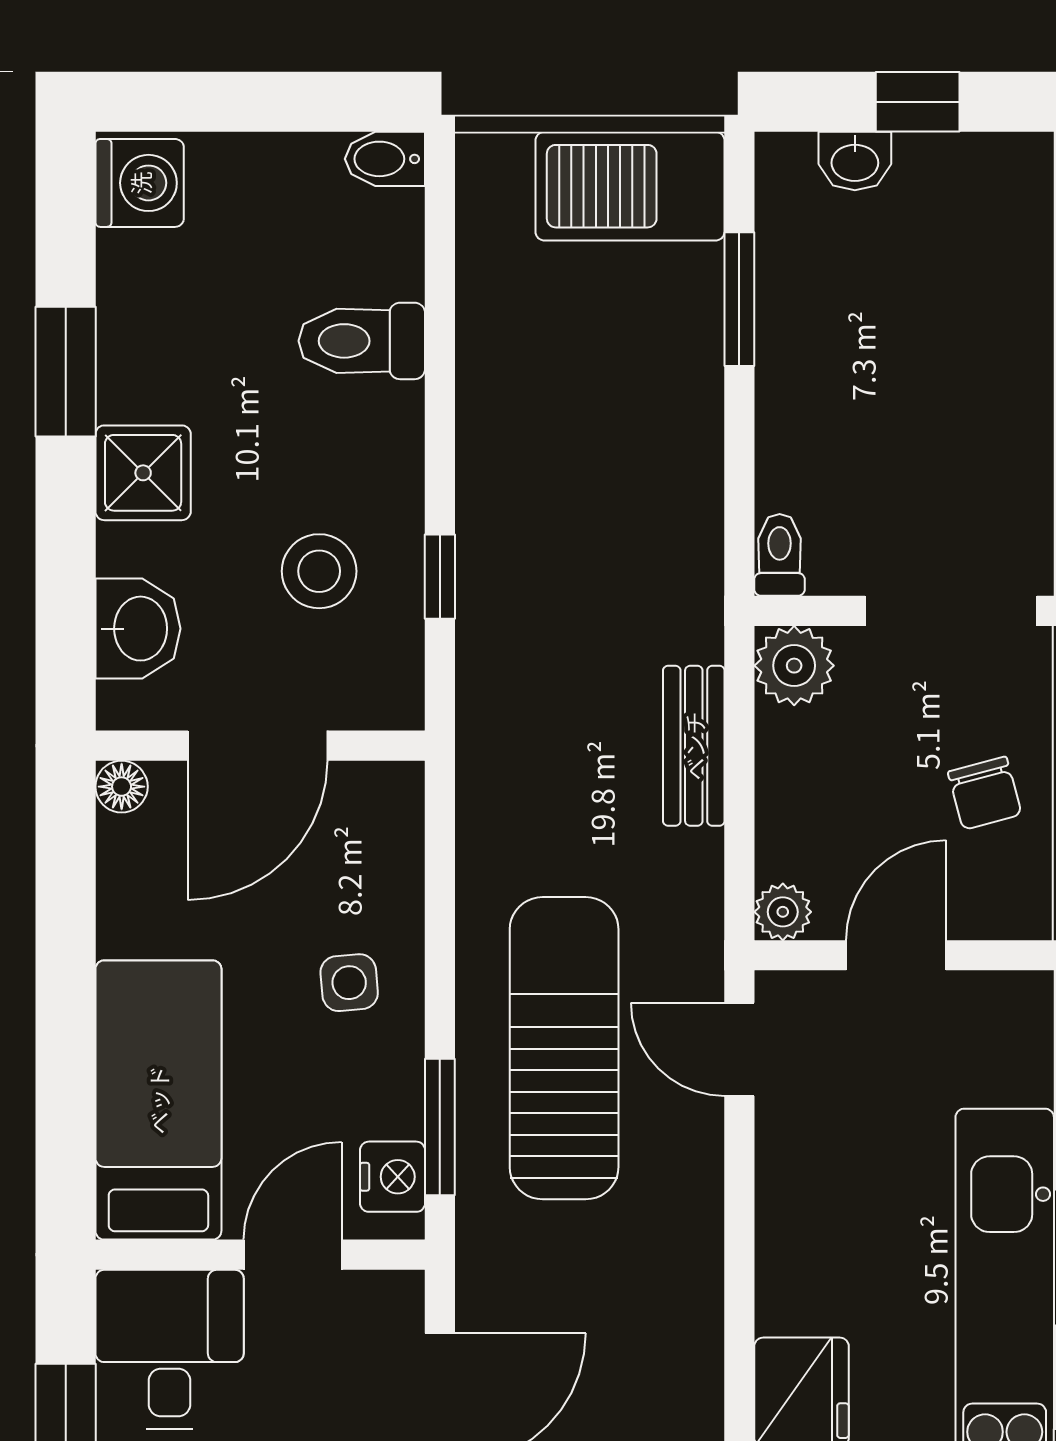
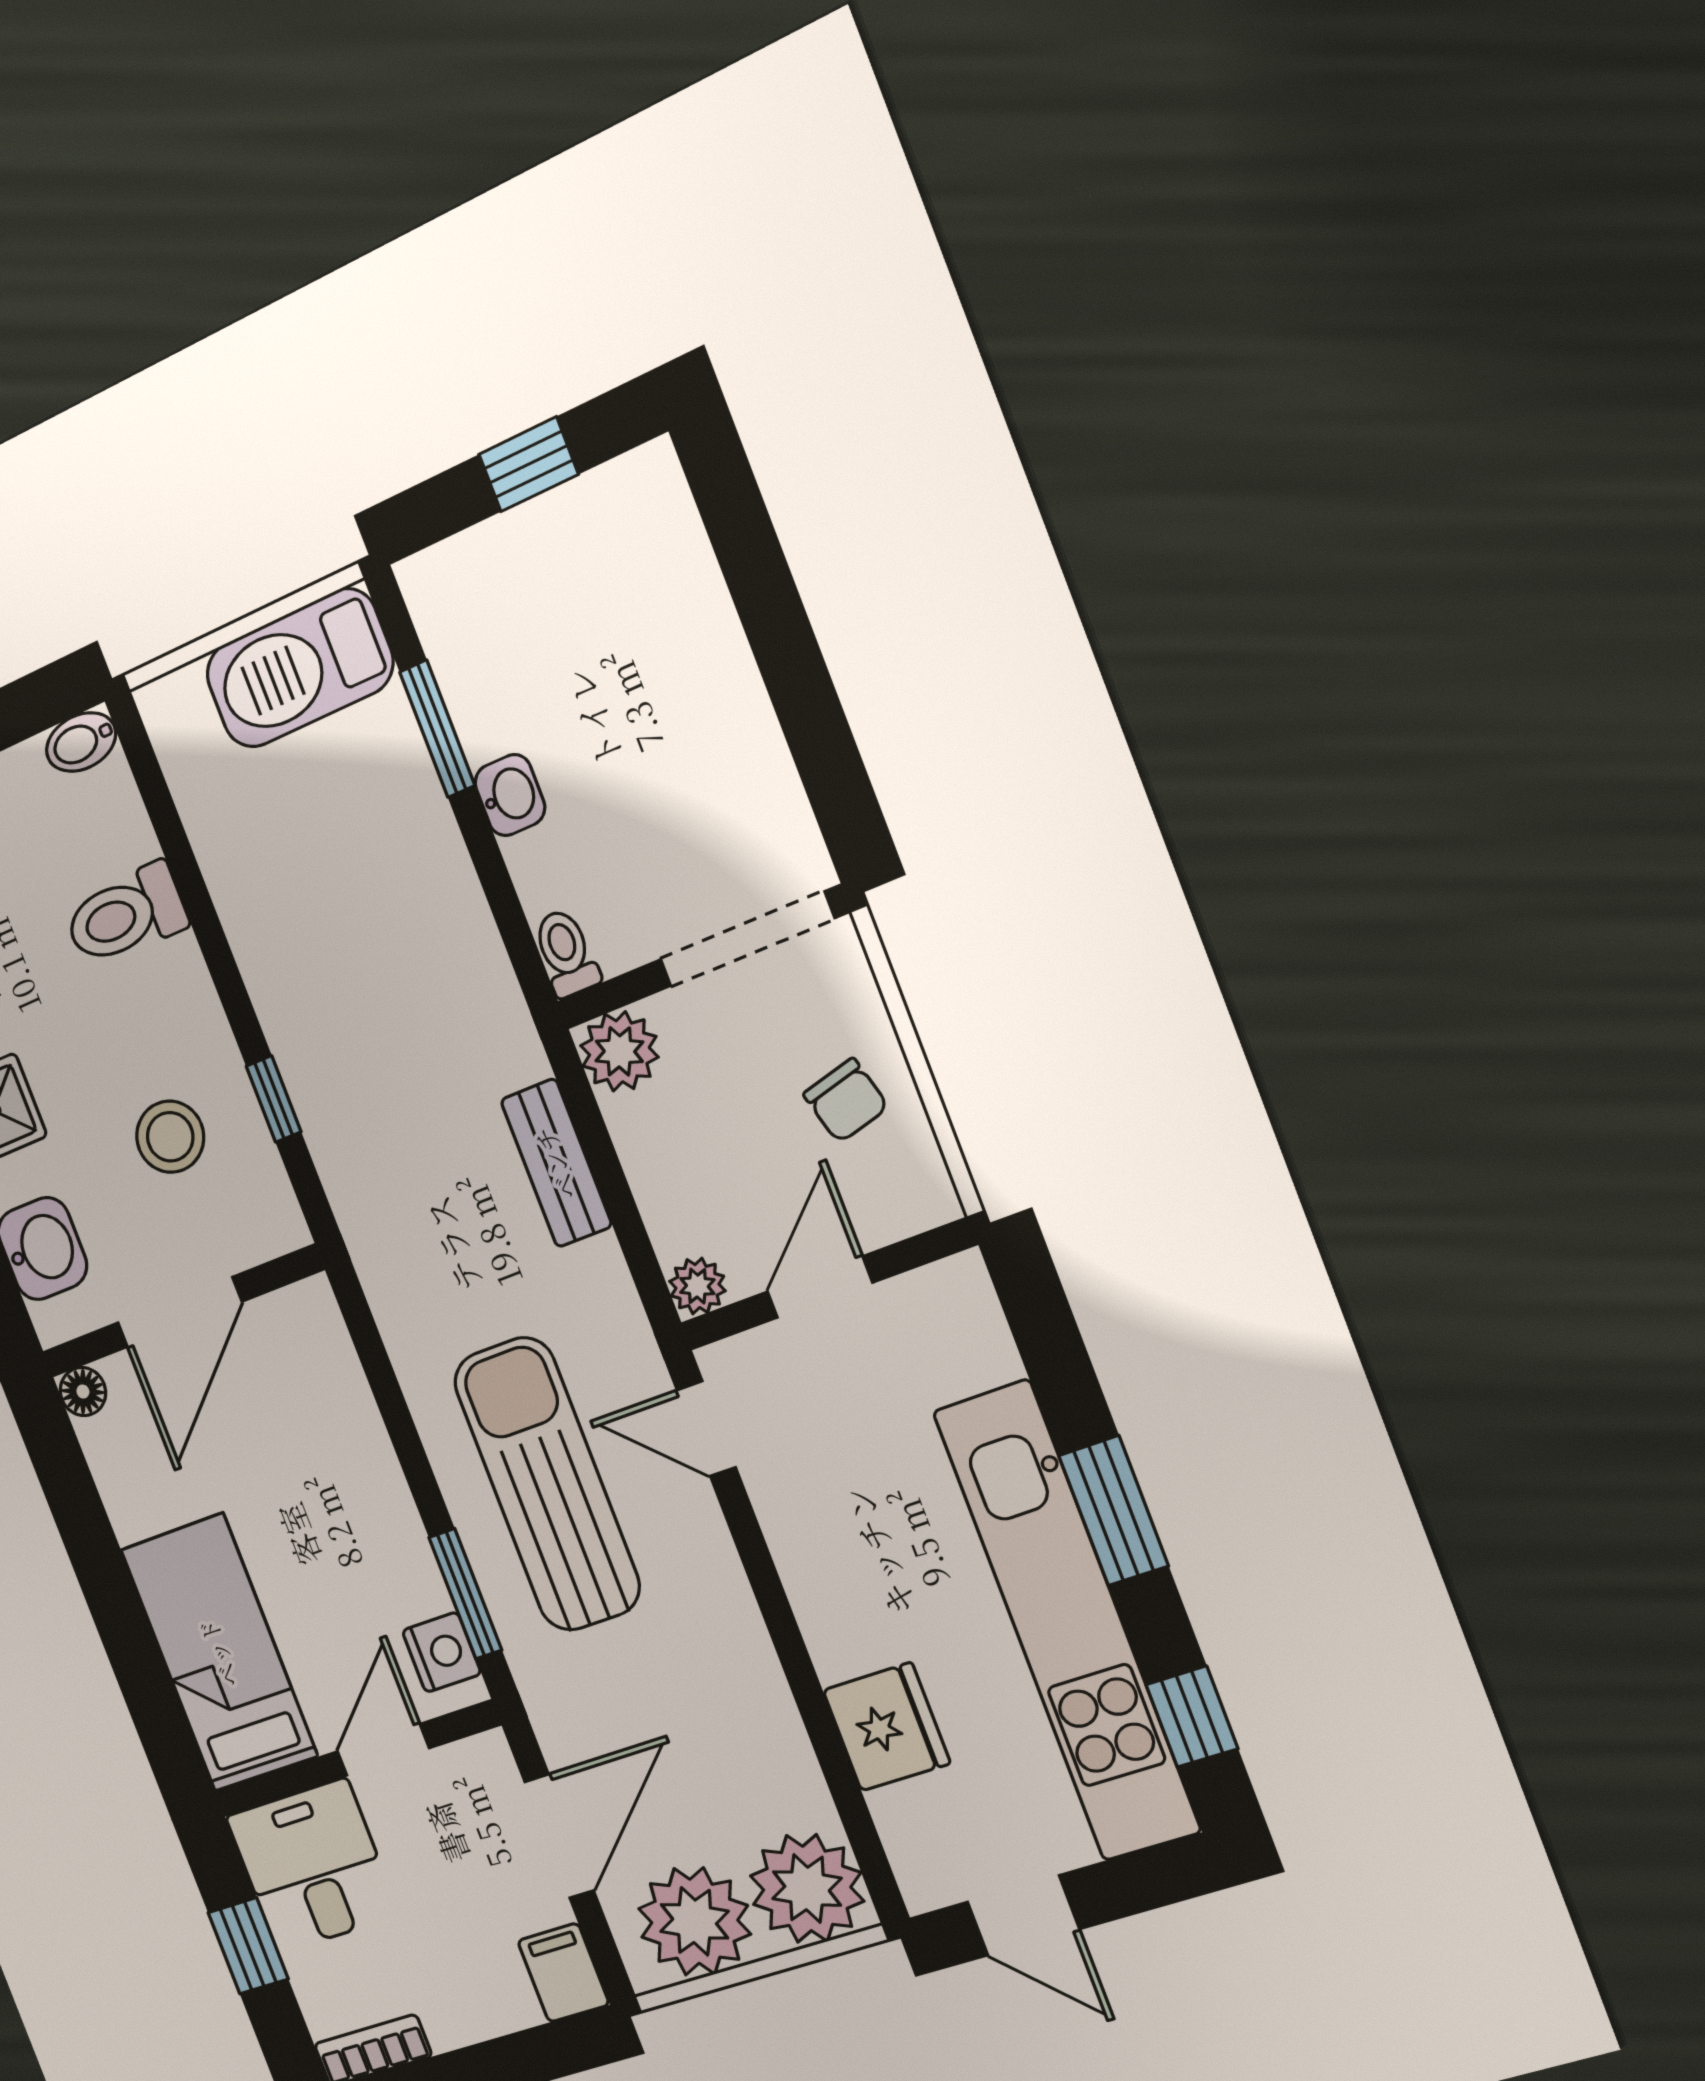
washbasin: (855, 161) -> (510, 795), moved, turned -90
side table: (349, 983) -> (338, 1493), removed

